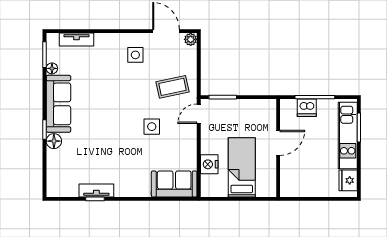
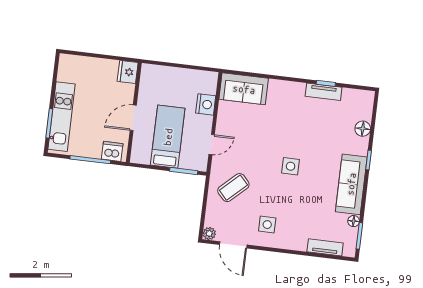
coffee table: (173, 87) -> (233, 188), turned -31
dishwasher: (307, 108) -> (112, 151), moved
door: (199, 114) -> (212, 145), moved
side table: (152, 127) -> (291, 166), moved
floor lamp: (54, 141) -> (363, 129), moved
bed: (242, 167) -> (168, 137), moved, turned 180
fridge: (348, 180) -> (128, 72), moved, turned 180

